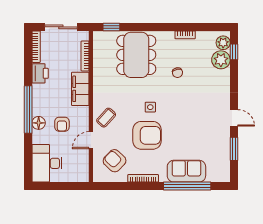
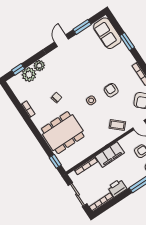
plant: (223, 43) -> (39, 66), moved
armchair: (147, 135) -> (111, 90), width x0.53, depth x0.53
sofa: (186, 171) -> (107, 33), moved
window: (187, 186) -> (127, 42), width x0.47

